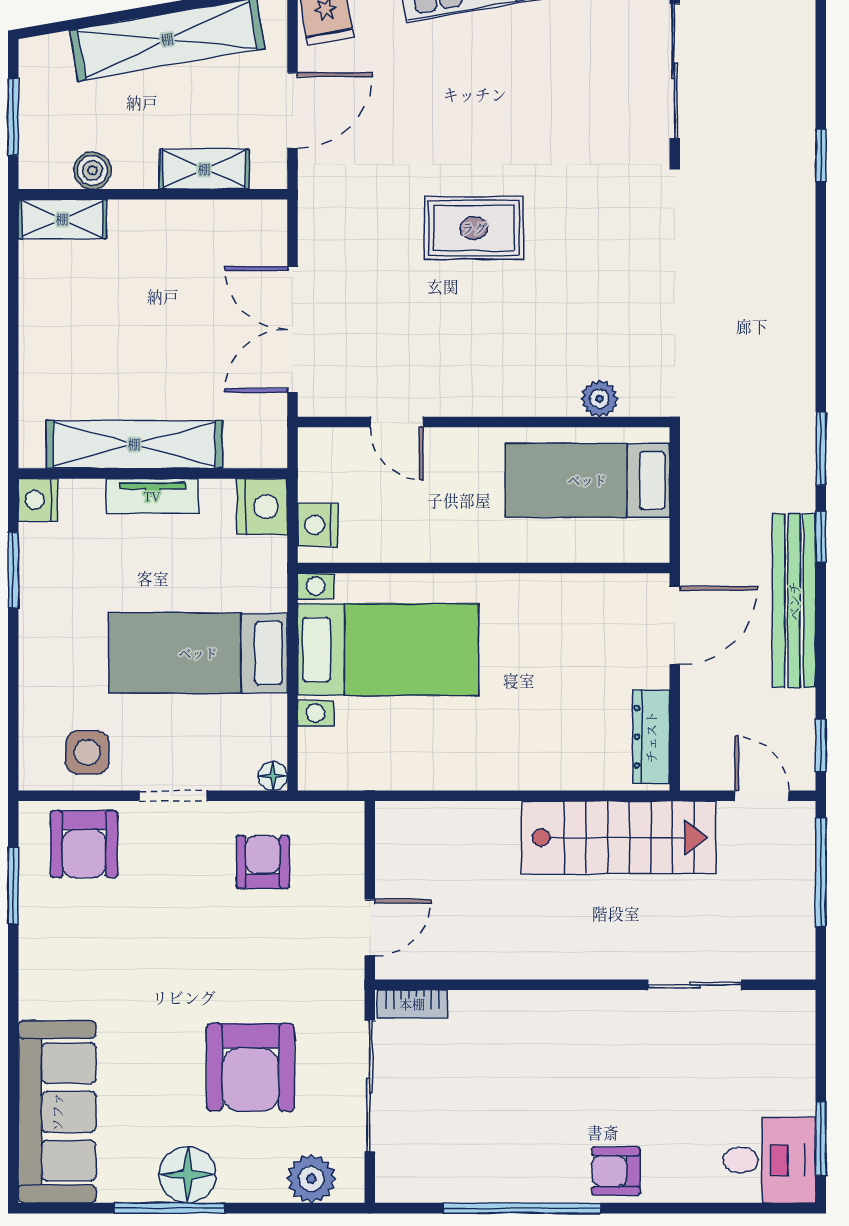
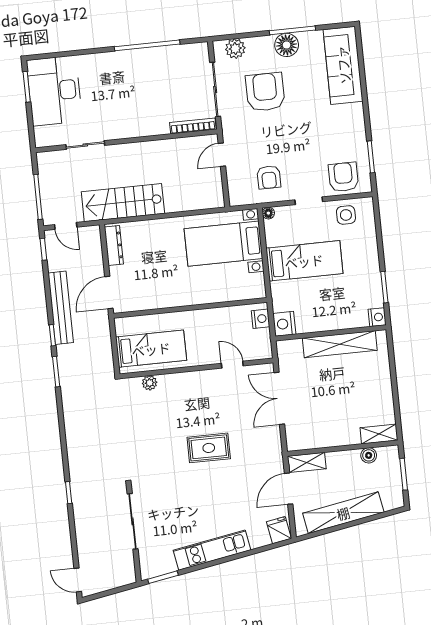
shelving: (204, 169) -> (307, 462), moved
double door: (292, 329) -> (279, 398), swing flipped
tv unit: (152, 496) -> (330, 324), removed
bed with nightstands: (388, 650) -> (223, 244), moved
bookcase: (412, 1004) -> (193, 126), width x1.56
desk: (769, 1160) -> (54, 91), width x1.87, depth x1.30
armchair: (616, 1171) -> (110, 65), removed

